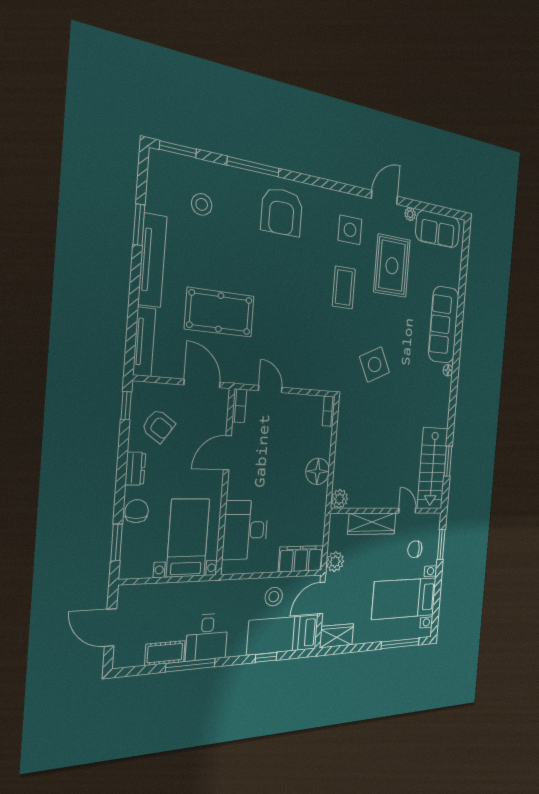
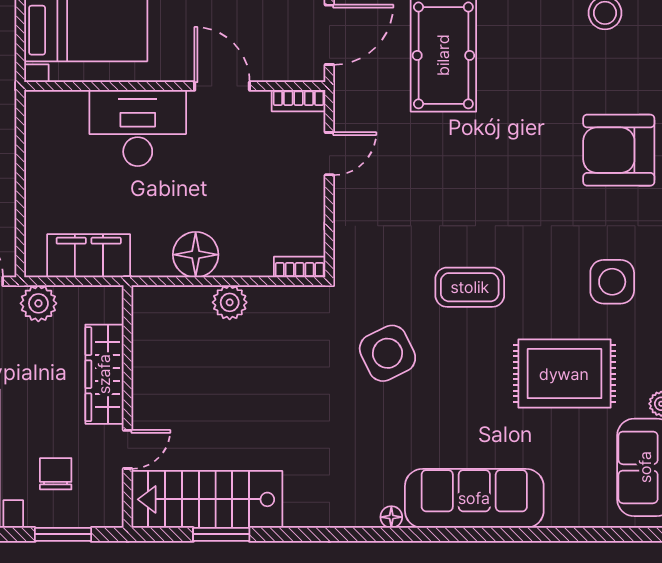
coffee table: (344, 287) -> (470, 287), moved
plant: (339, 499) -> (230, 302), moved
desk: (246, 530) -> (138, 128), moved
filing cabinet: (301, 559) -> (89, 256), moved, turned -90

